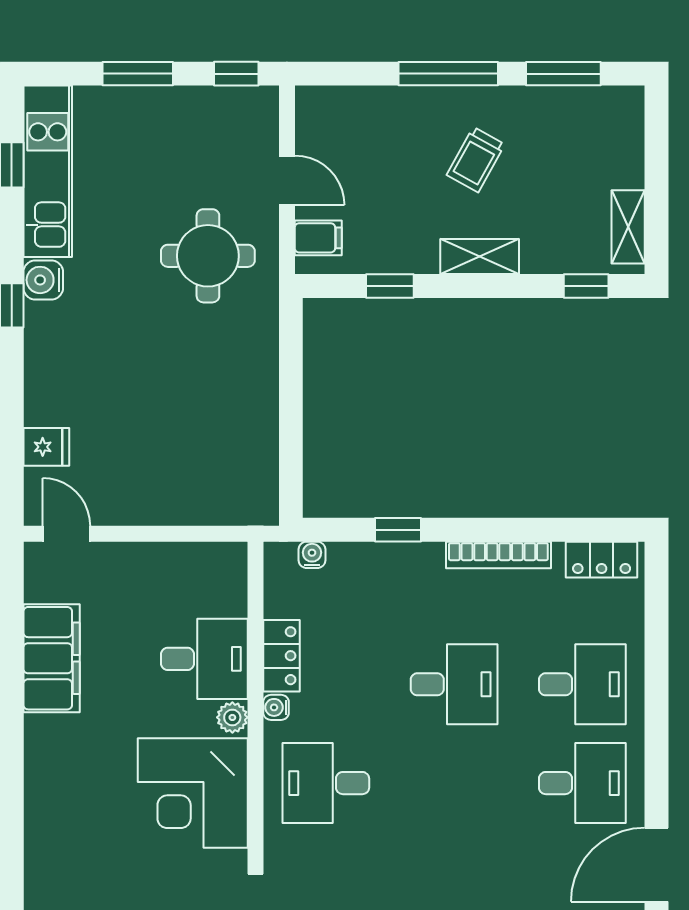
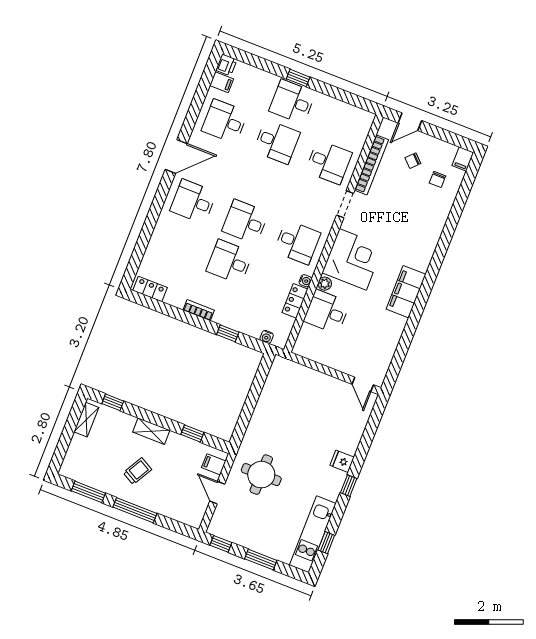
water cooler: (43, 280) -> (332, 491), removed
fridge: (46, 447) -> (342, 461), moved
bookcase: (498, 555) -> (199, 310), width x0.64
filing cabinet: (52, 658) -> (406, 292), moved
desk: (582, 684) -> (245, 222), moved

